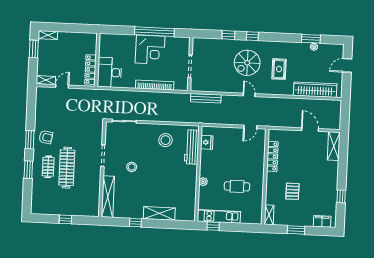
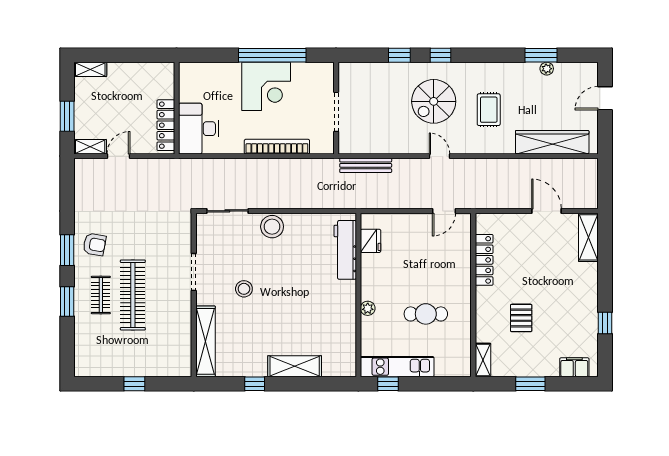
window: (34, 49) -> (67, 116), moved
stool: (166, 140) -> (272, 227), moved

